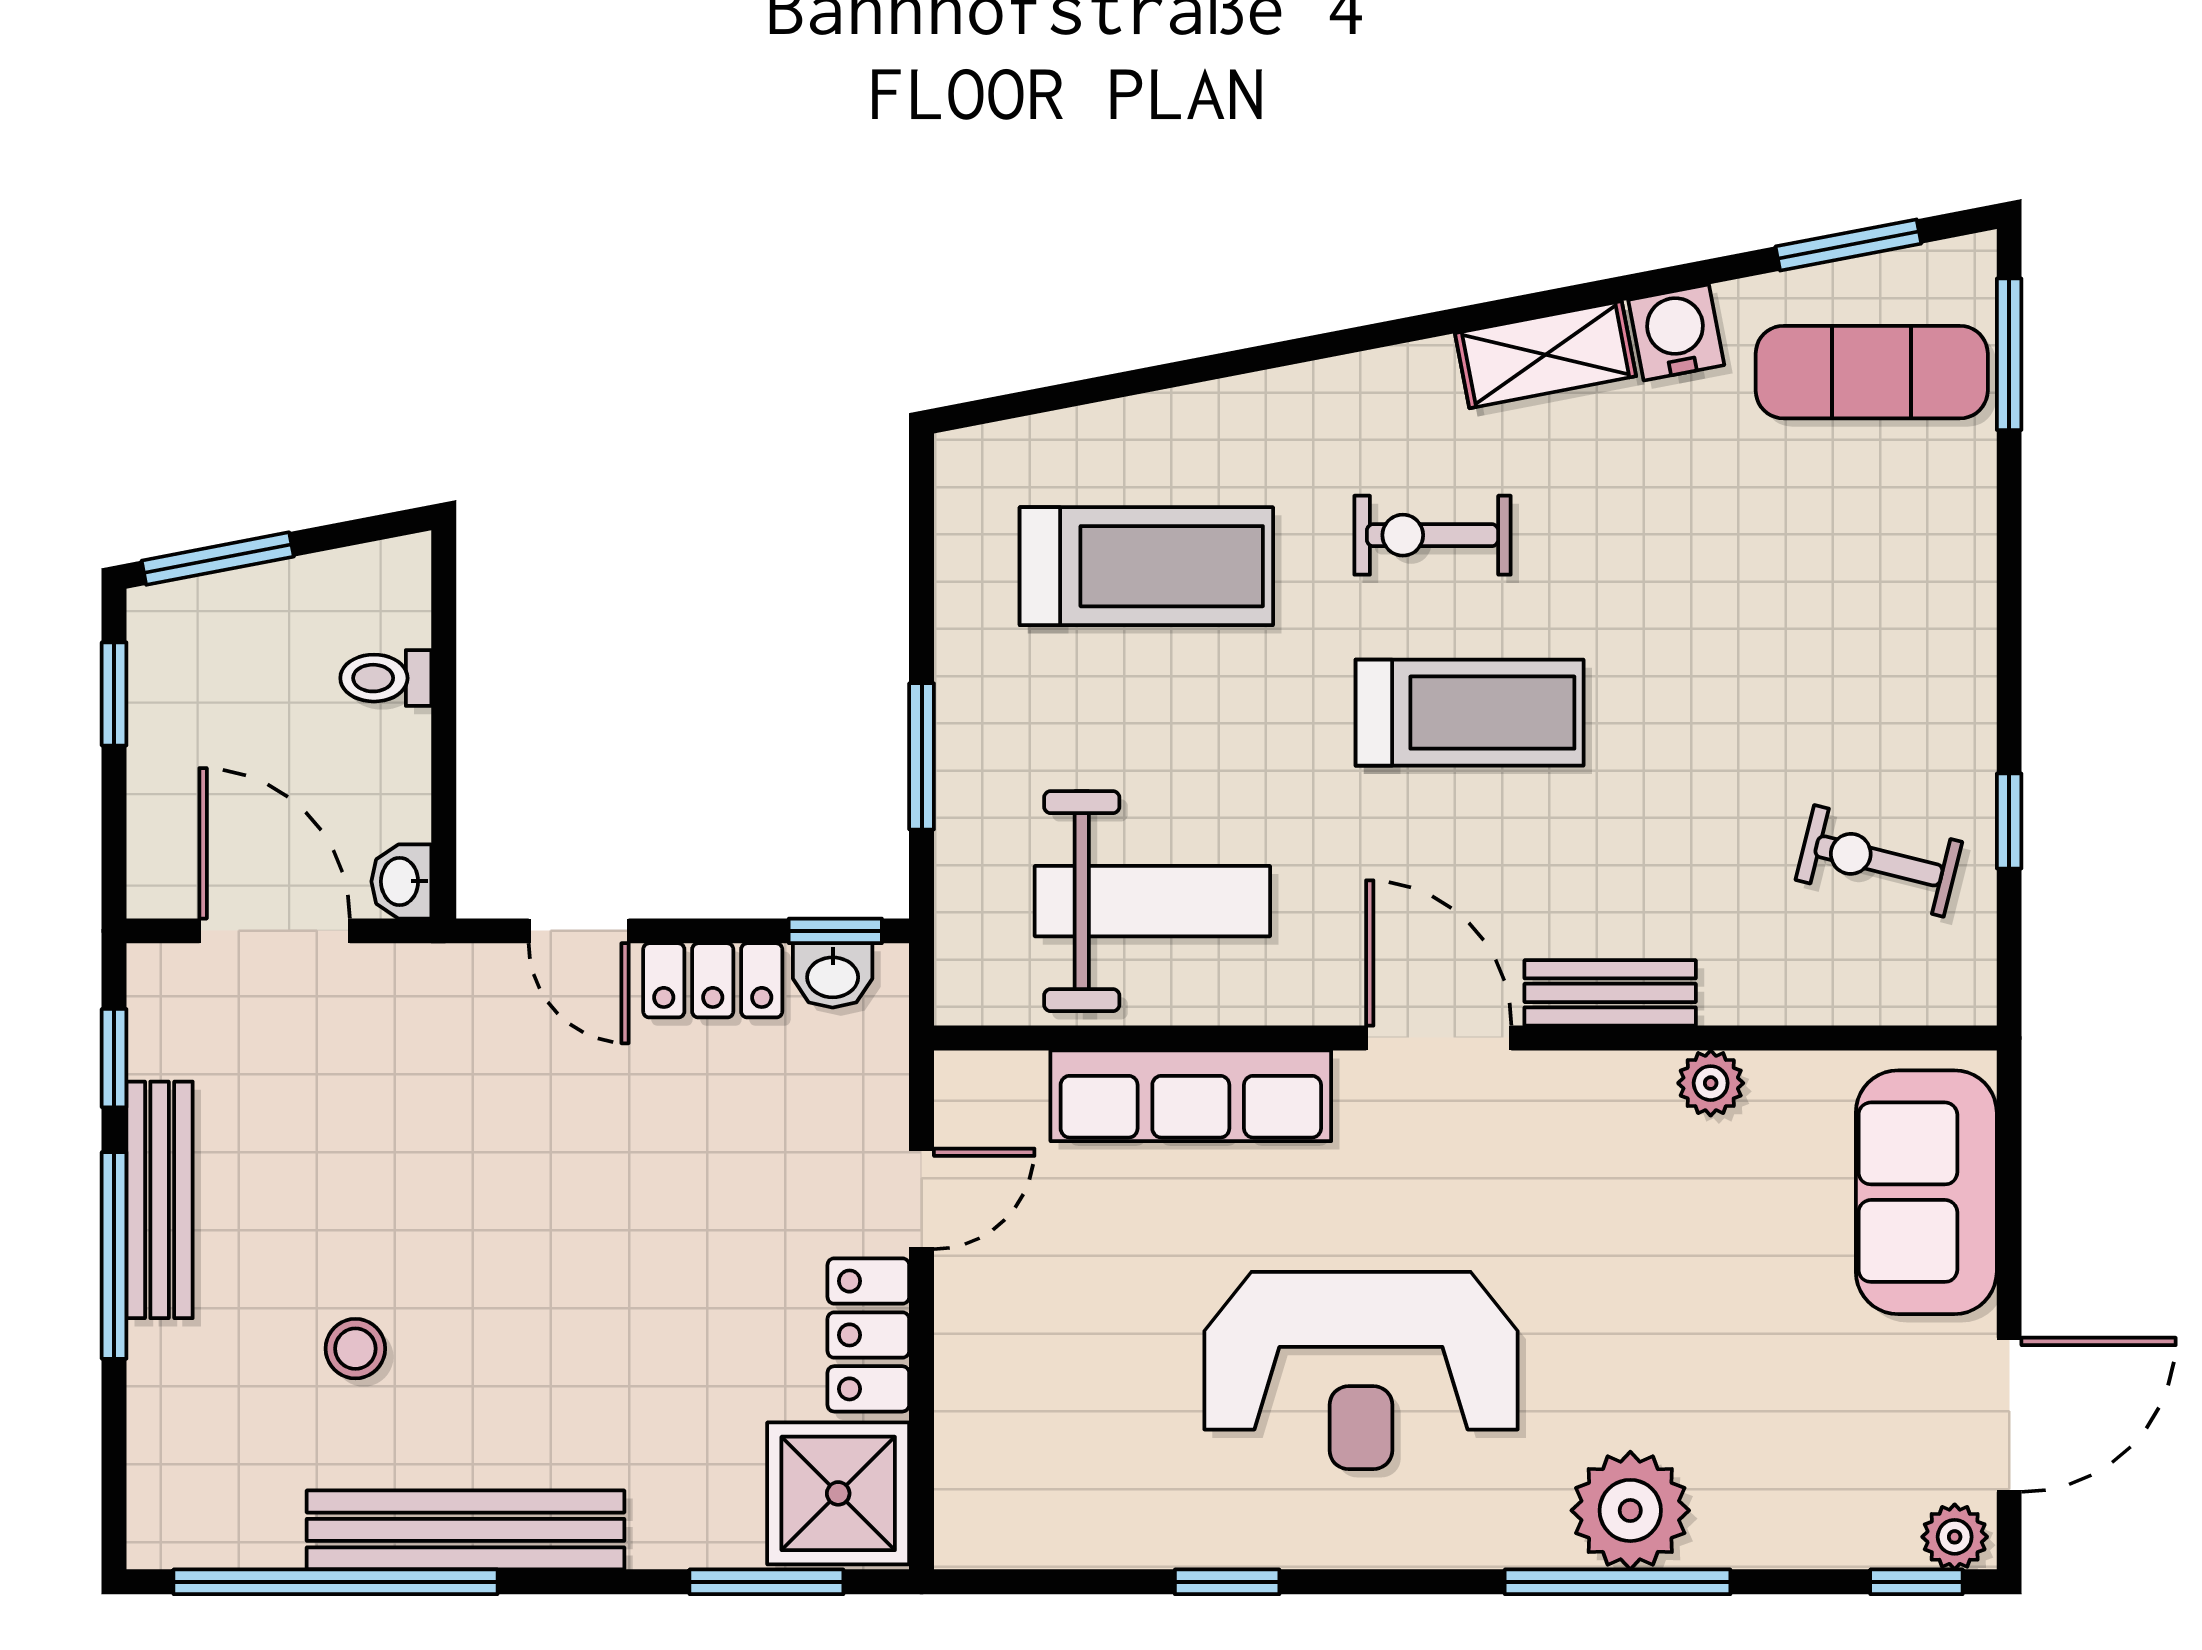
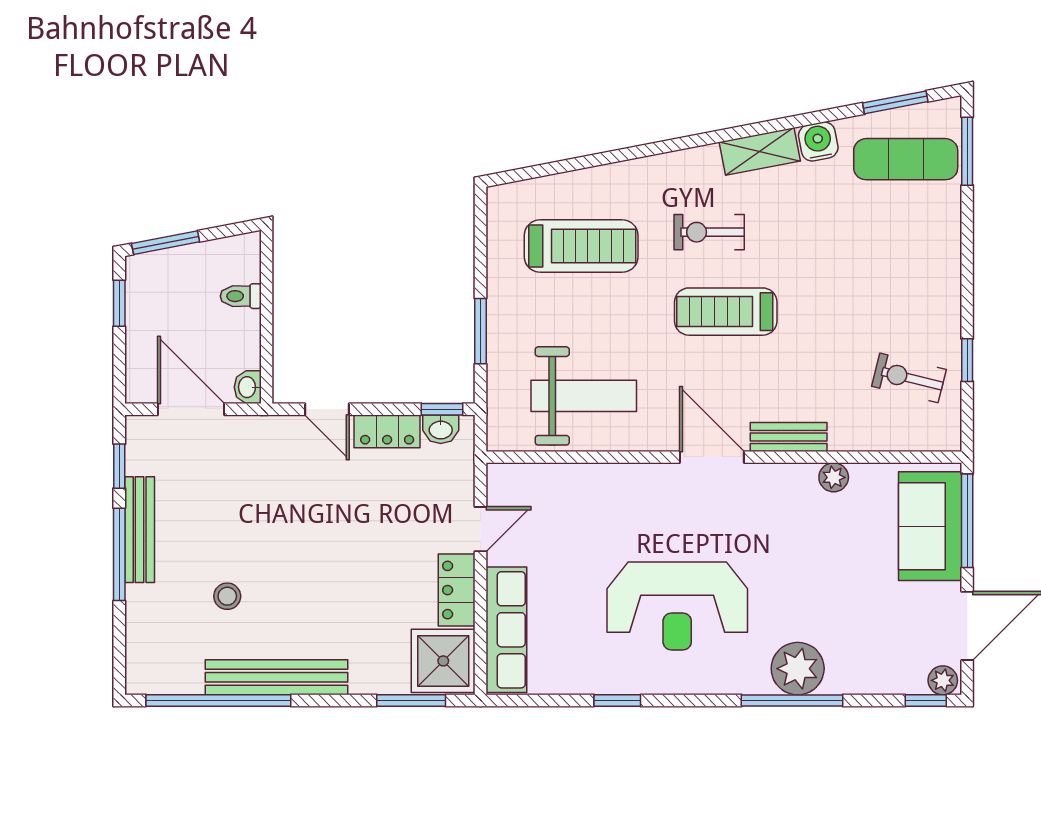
treadmill: (1470, 713) -> (726, 312), turned 180
row of seats: (1191, 1096) -> (506, 630), moved, turned -90
window: (2009, 1180) -> (967, 521), added

